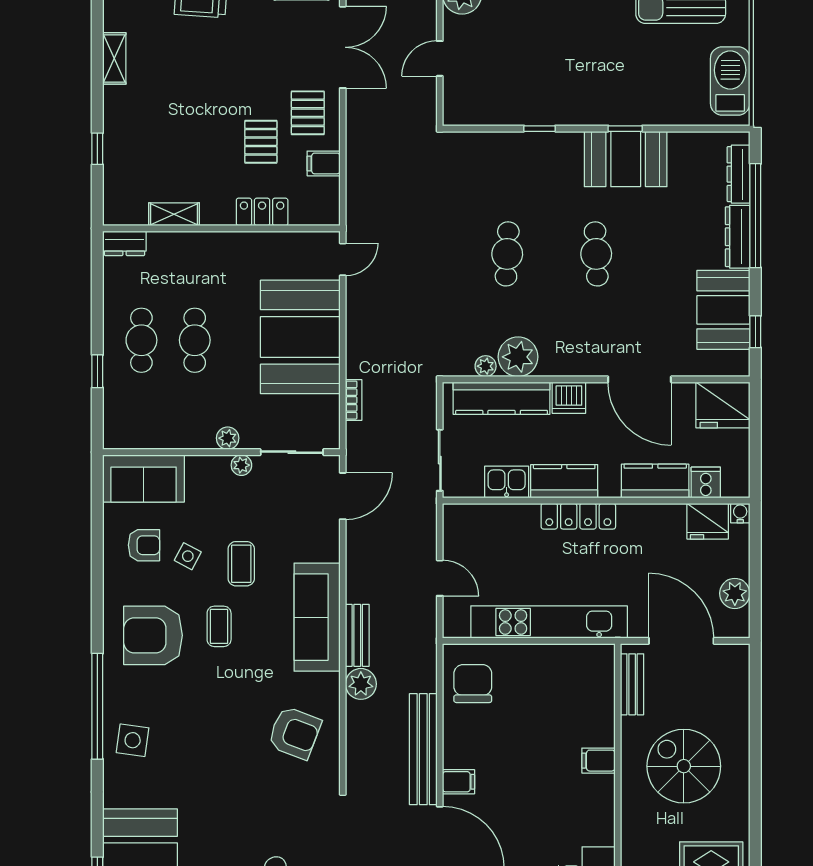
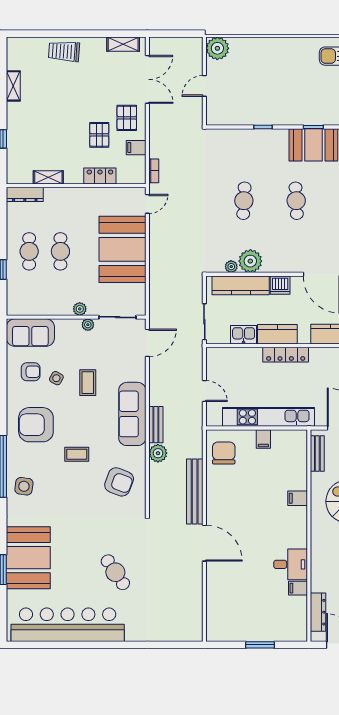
dresser: (124, 243) -> (25, 194), width x1.44
bookcase: (354, 400) -> (154, 171), moved
coffee table: (219, 626) -> (77, 454), moved, turned 90
filing cabinet: (459, 782) -> (263, 439), moved, turned 90

